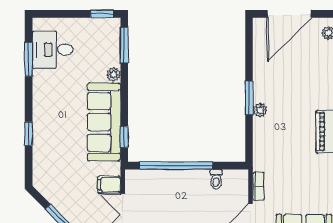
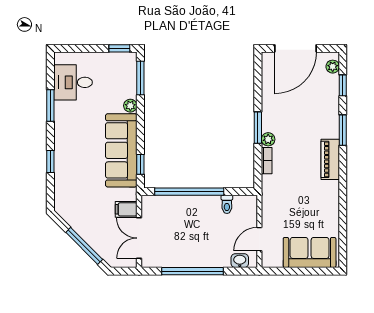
window: (29, 59) -> (50, 105), moved
bookcase: (258, 186) -> (267, 161), moved

